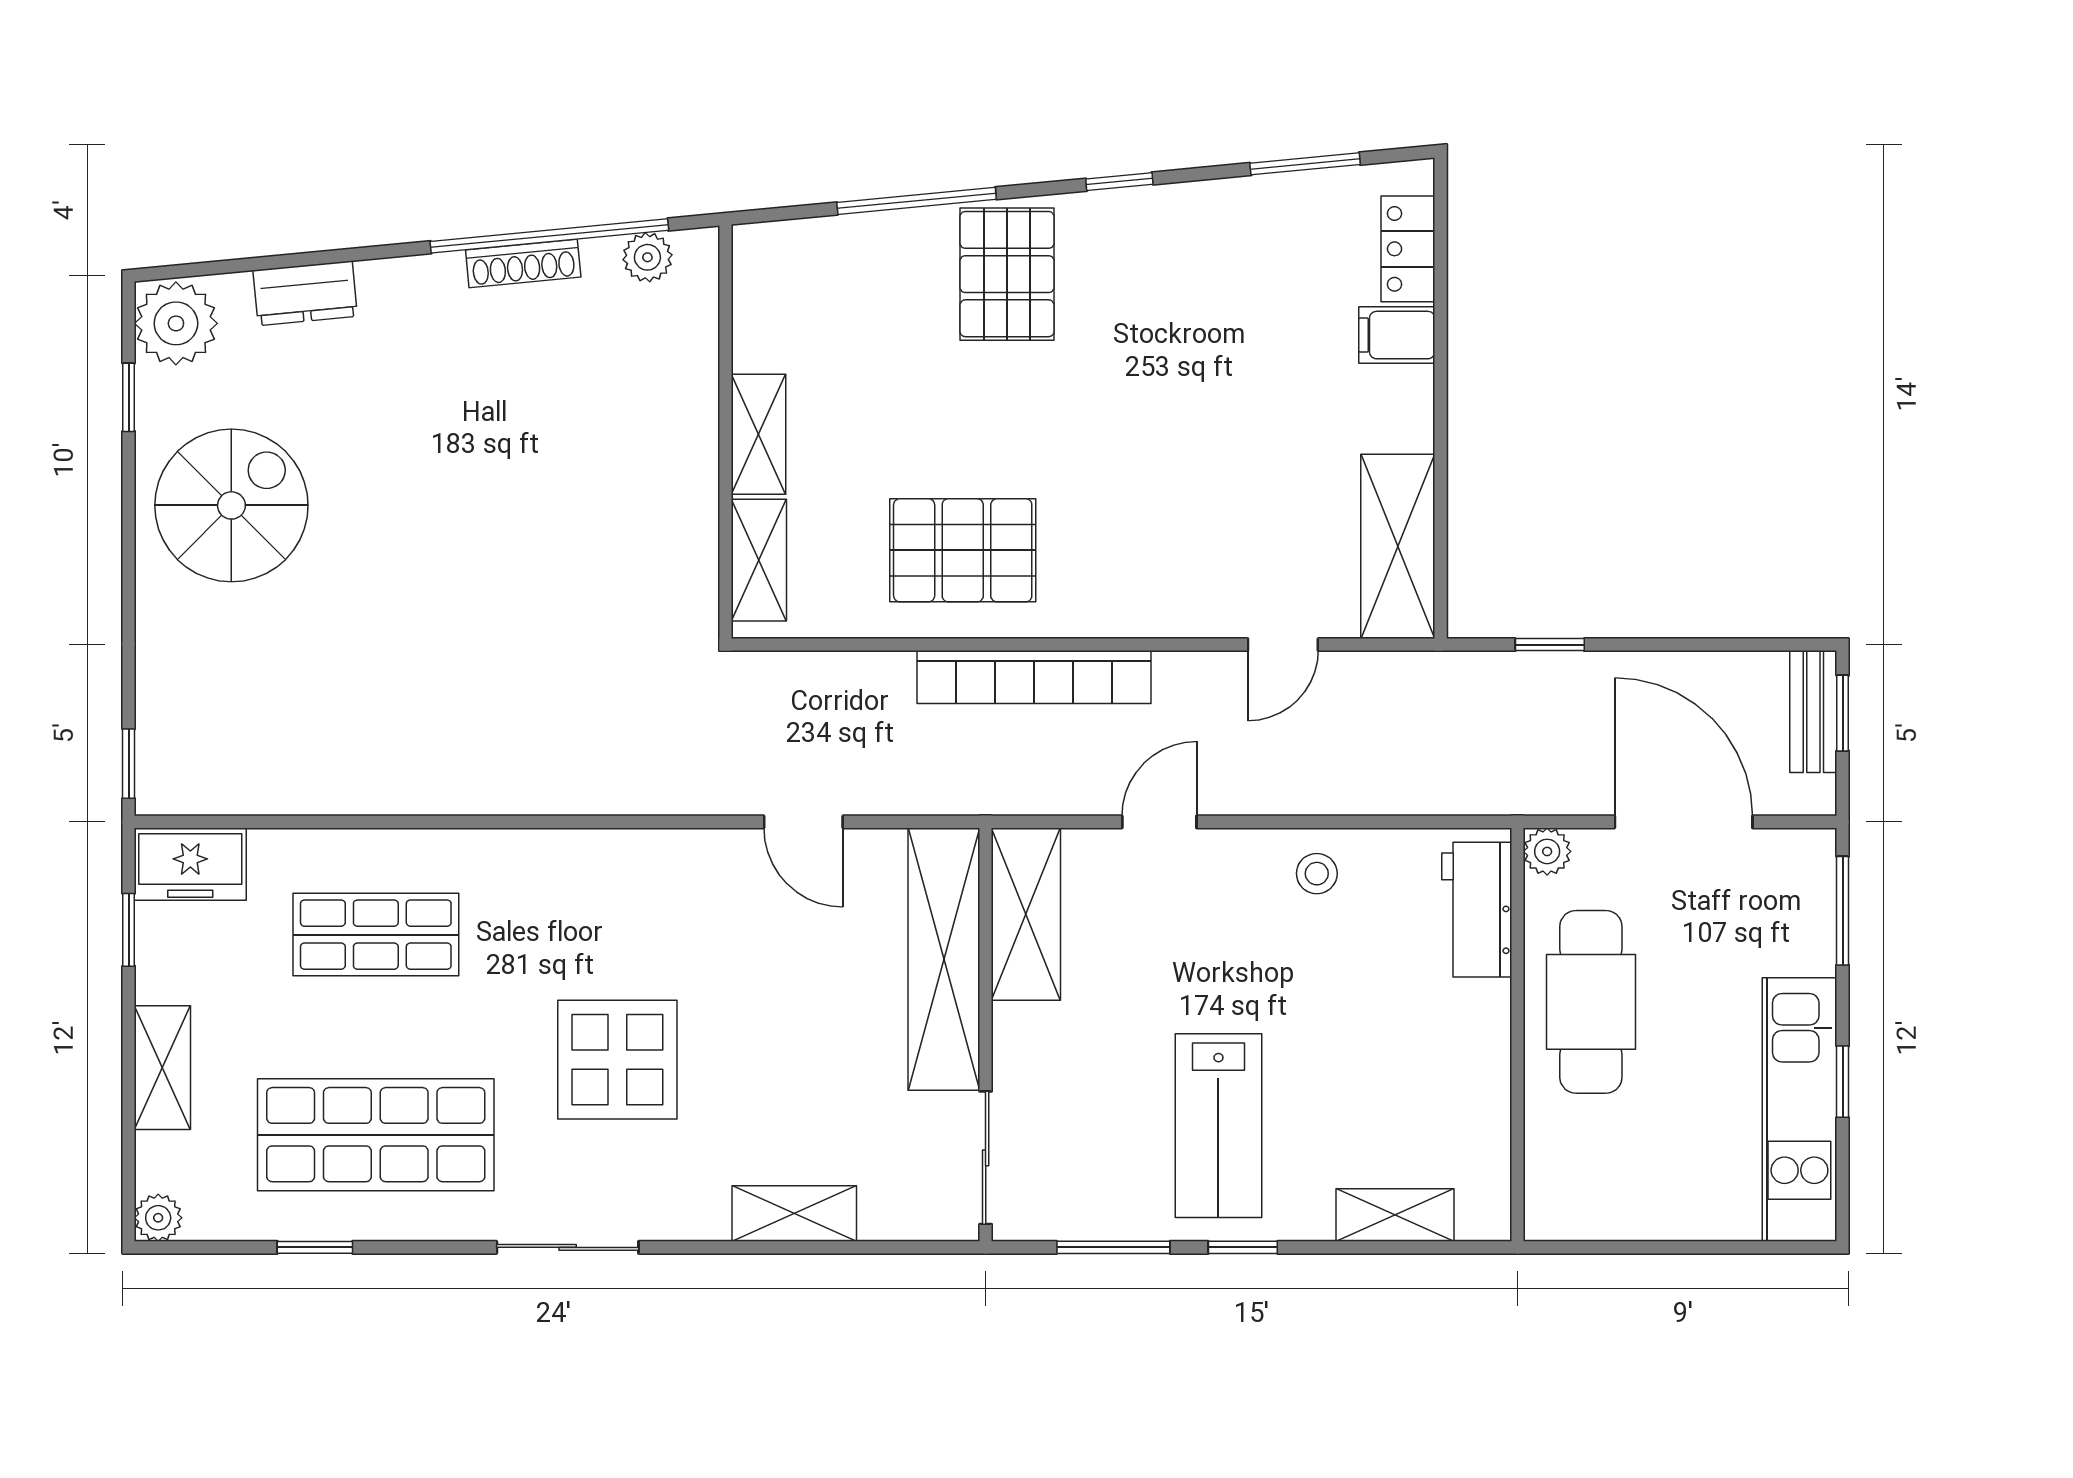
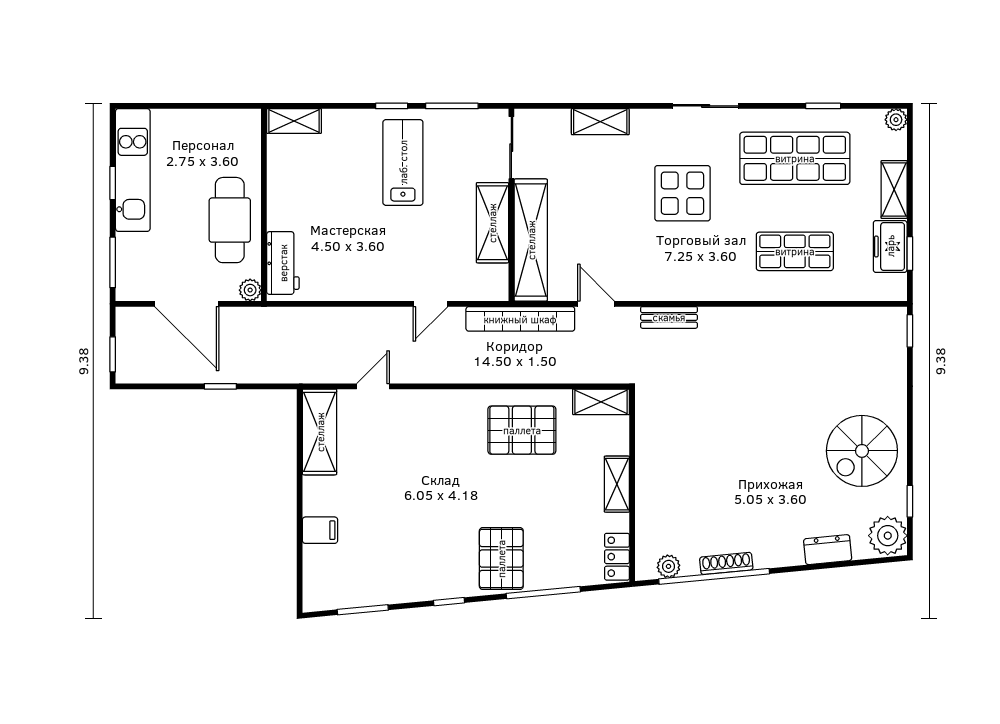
locker: (1408, 249) -> (617, 557), moved, turned 180
shelving: (759, 560) -> (601, 402), moved, turned 90
window: (1550, 645) -> (220, 386), moved
bookcase: (1034, 677) -> (520, 319), moved, turned 180
bench: (1813, 712) -> (669, 317), moved, turned 90
freezer: (190, 864) -> (890, 246), moved, turned -90
stool: (1317, 874) -> (357, 280), removed
shelving: (1026, 914) -> (492, 223), moved
shelving: (1395, 1215) -> (294, 121), moved

